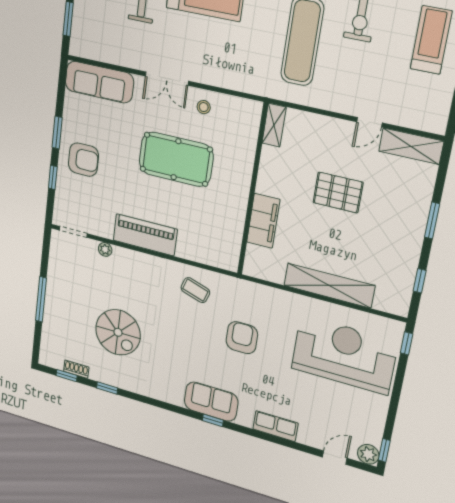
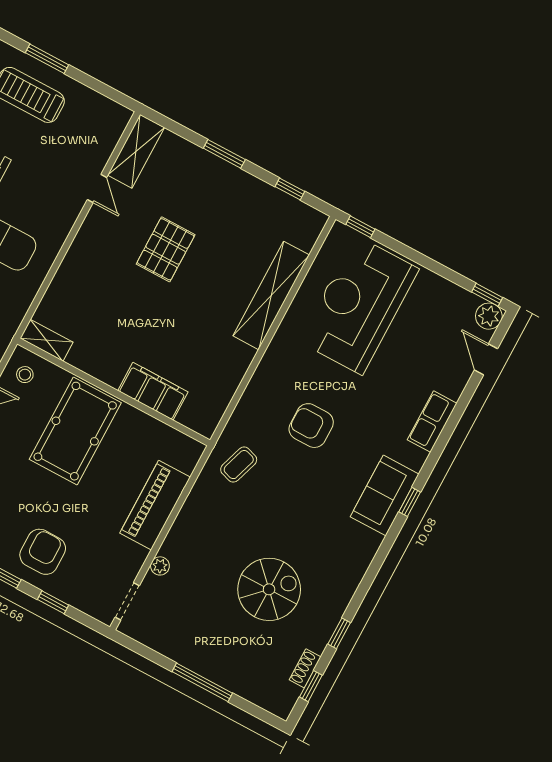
shelving: (274, 125) -> (47, 340), moved
wall: (252, 190) -> (114, 392), moved
filing cabinet: (263, 221) -> (153, 391), moved

